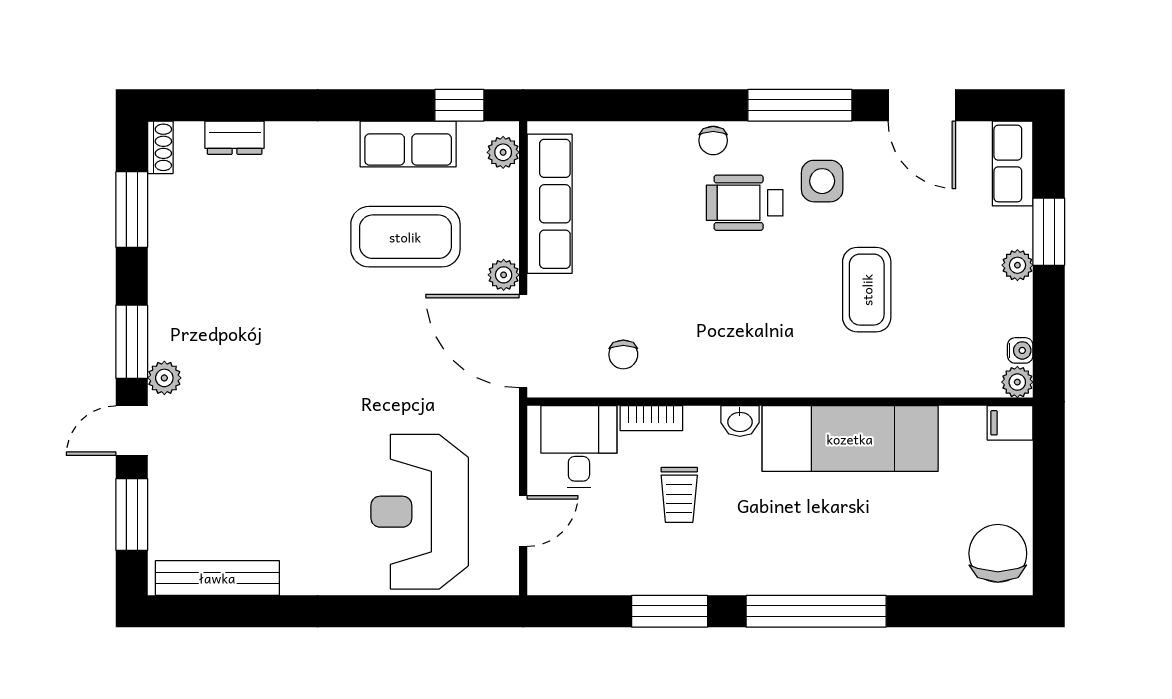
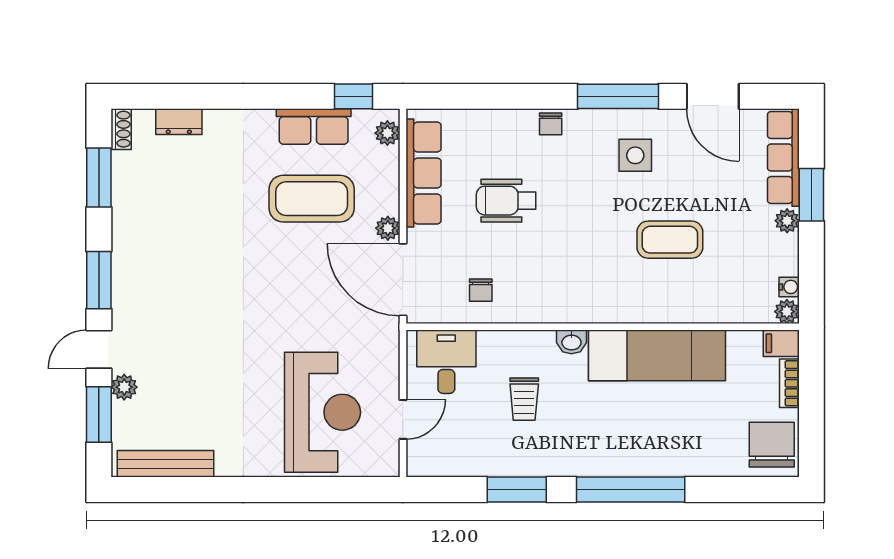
row of seats: (1013, 164) -> (783, 157), width x1.48
wheelchair: (745, 203) -> (506, 201), moved
coffee table: (867, 290) -> (670, 240), turned 90
plant: (164, 378) -> (124, 387), moved
bookcase: (651, 418) -> (789, 383), moved, turned 90
reception desk: (420, 512) -> (323, 412), turned 180

